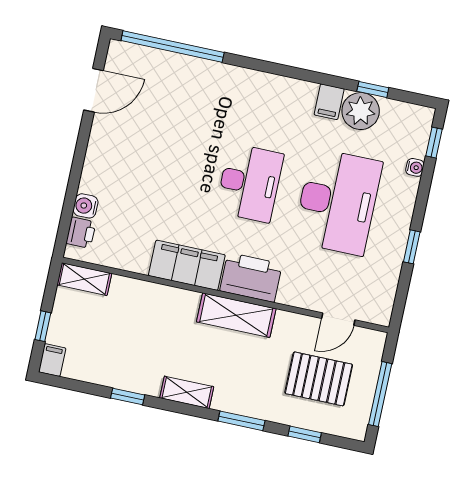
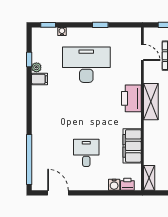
plant: (361, 111) -> (36, 67), width x0.53, depth x0.53
desk: (250, 183) -> (86, 153), moved, width x0.73
filing cabinet: (187, 265) -> (132, 146), moved

